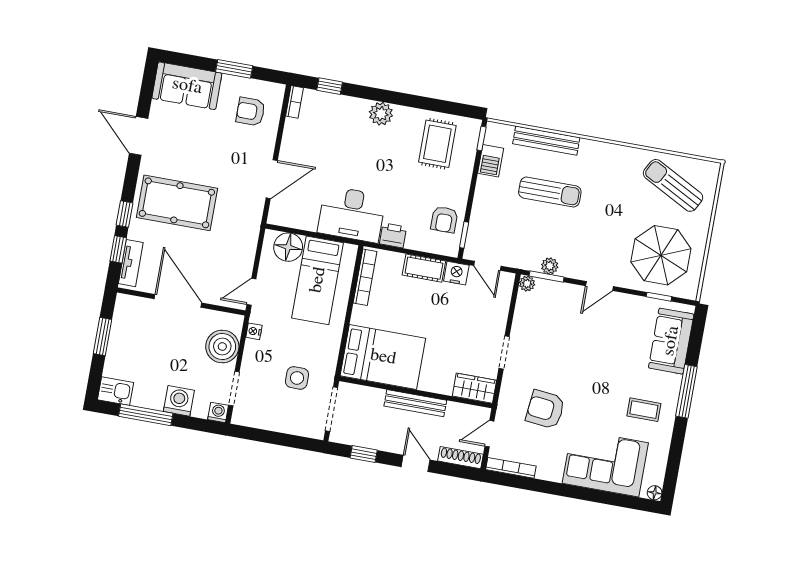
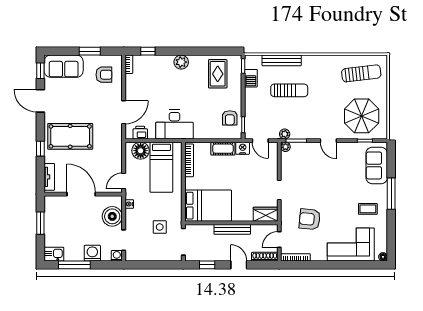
armchair: (251, 112) -> (104, 75), turned 180
sun lounger: (673, 185) -> (361, 73), turned 145
printer: (393, 235) -> (140, 133), moved
window: (118, 249) -> (40, 71), moved
plant: (550, 266) -> (285, 134), moved
door: (599, 286) -> (328, 141), hinge flipped

